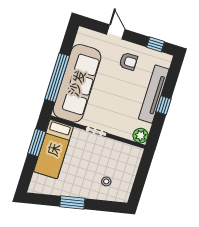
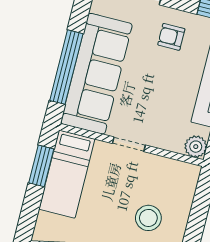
armchair: (128, 61) -> (171, 37), turned 180
stool: (106, 181) -> (148, 218), width x1.89, depth x1.89

